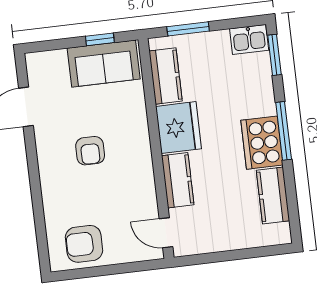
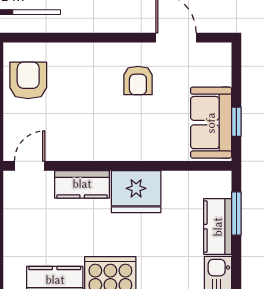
kitchen counter: (166, 76) -> (218, 227), moved, turned 90
armchair: (90, 151) -> (138, 80), moved, turned -90

